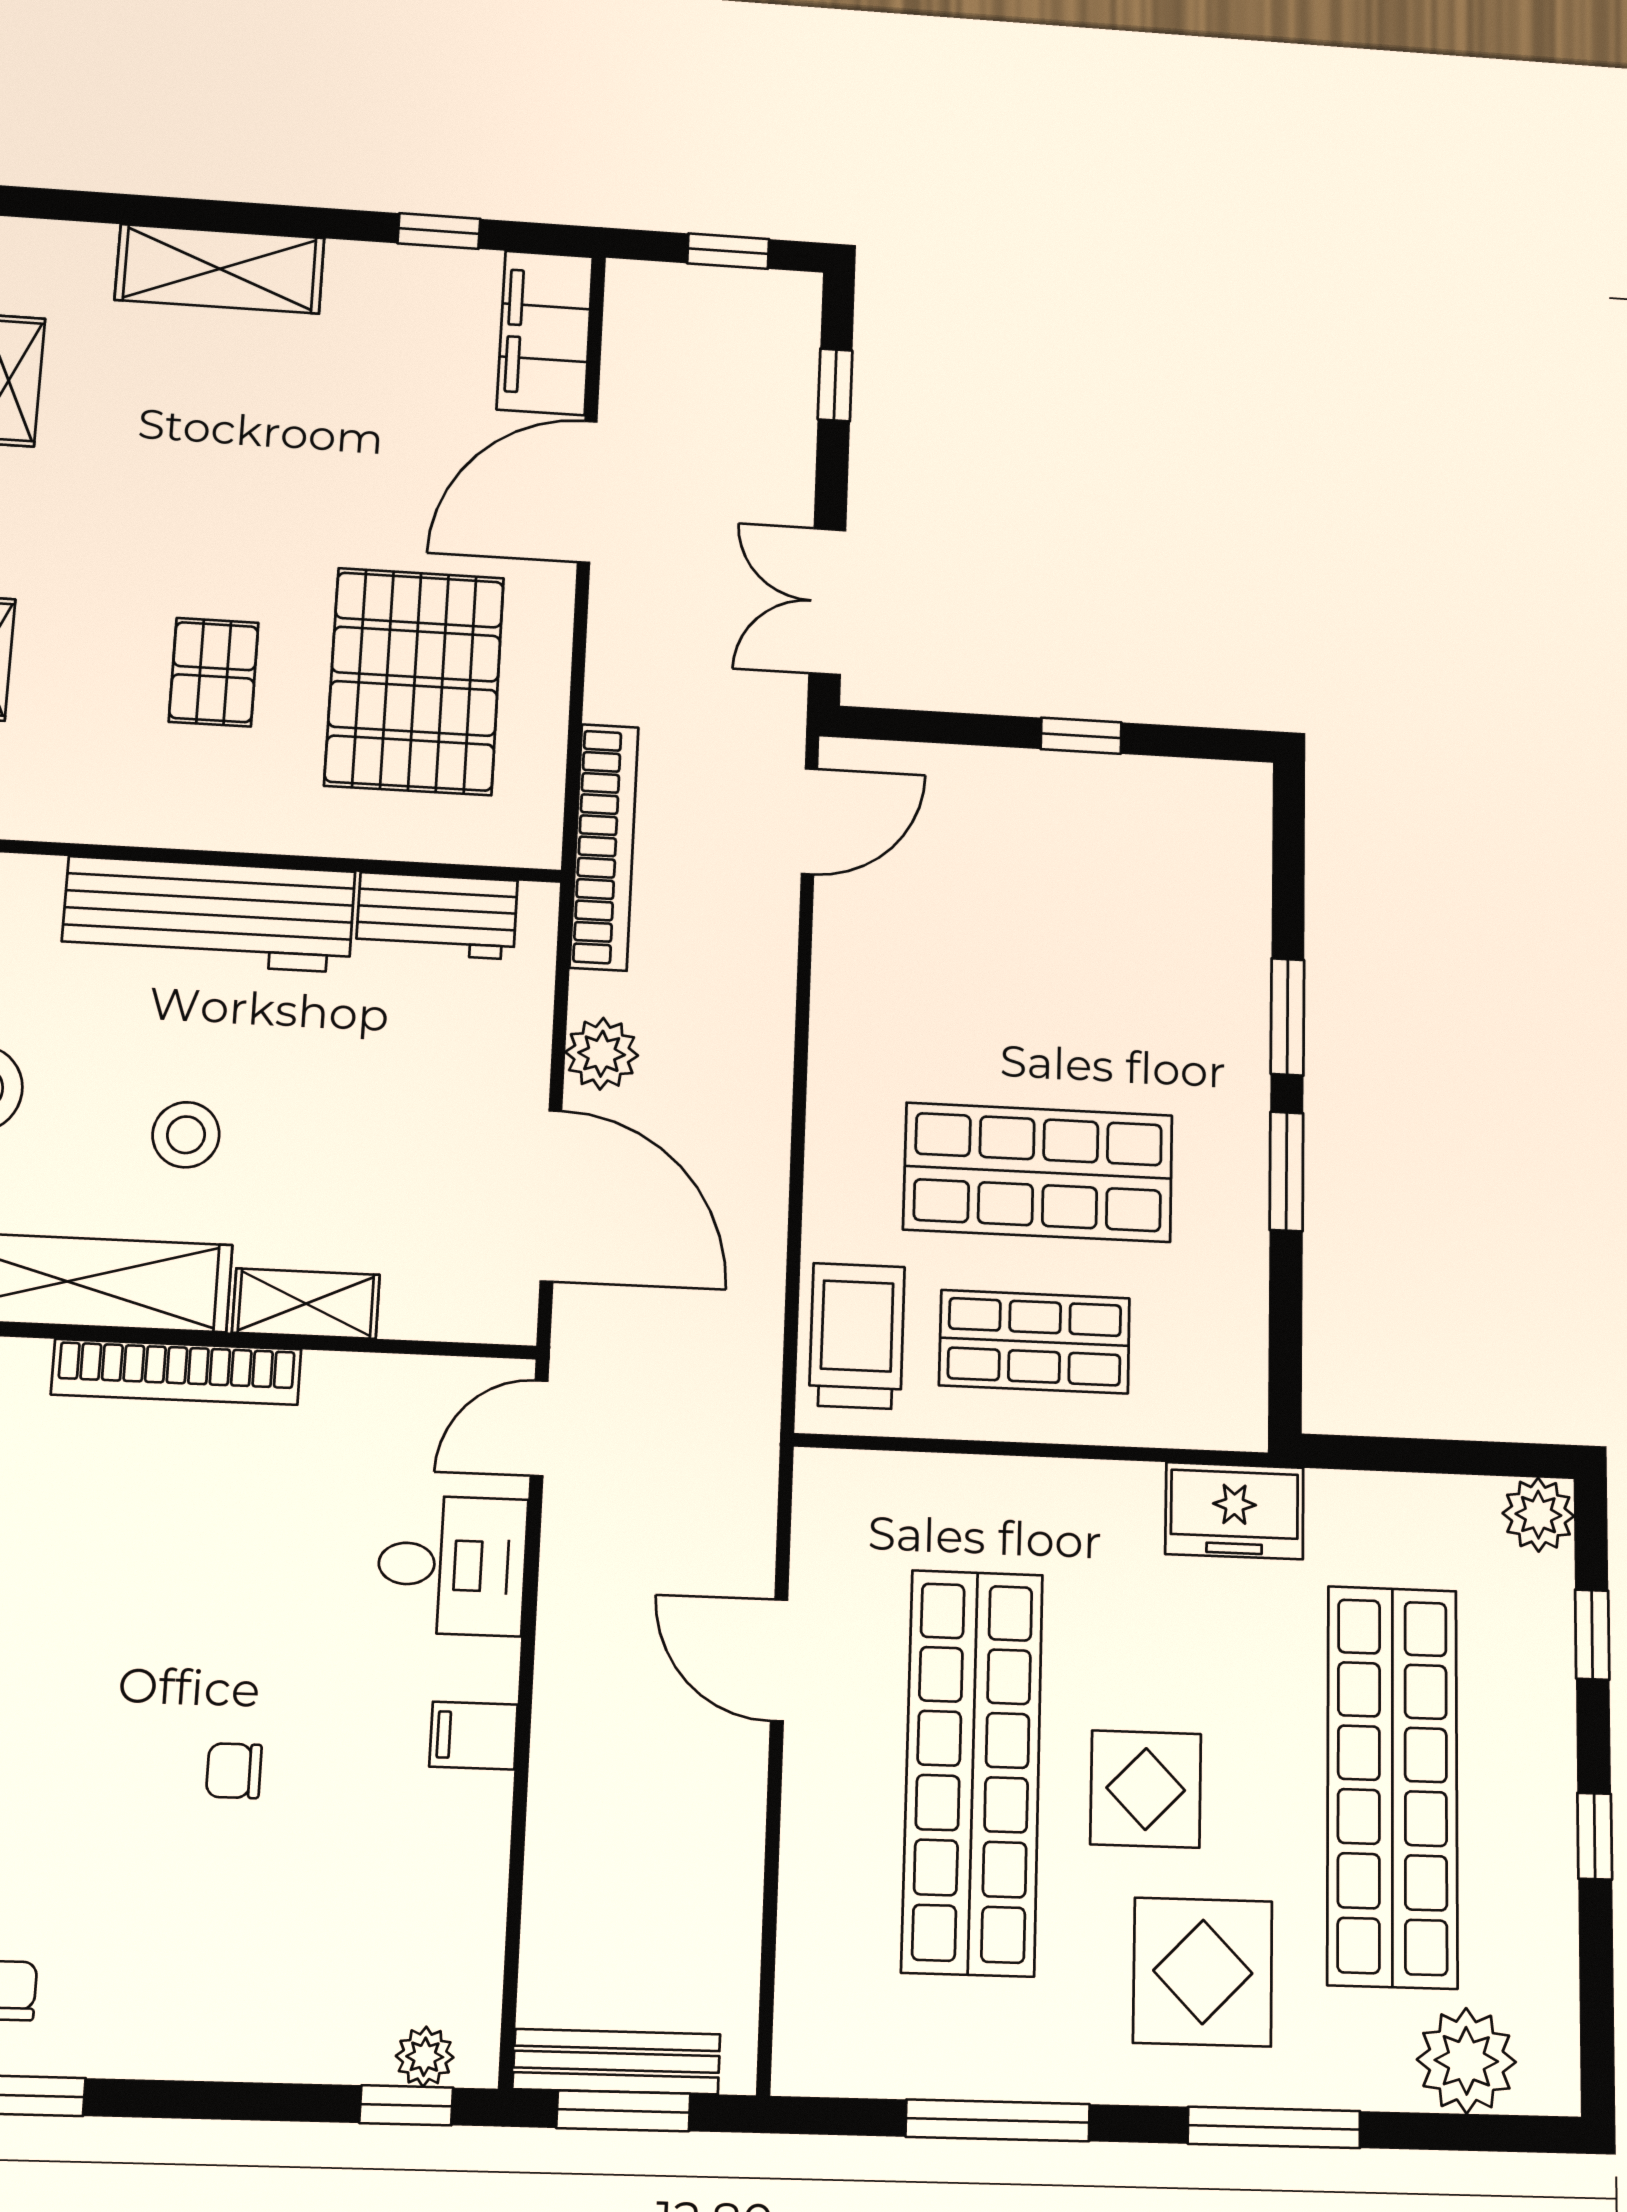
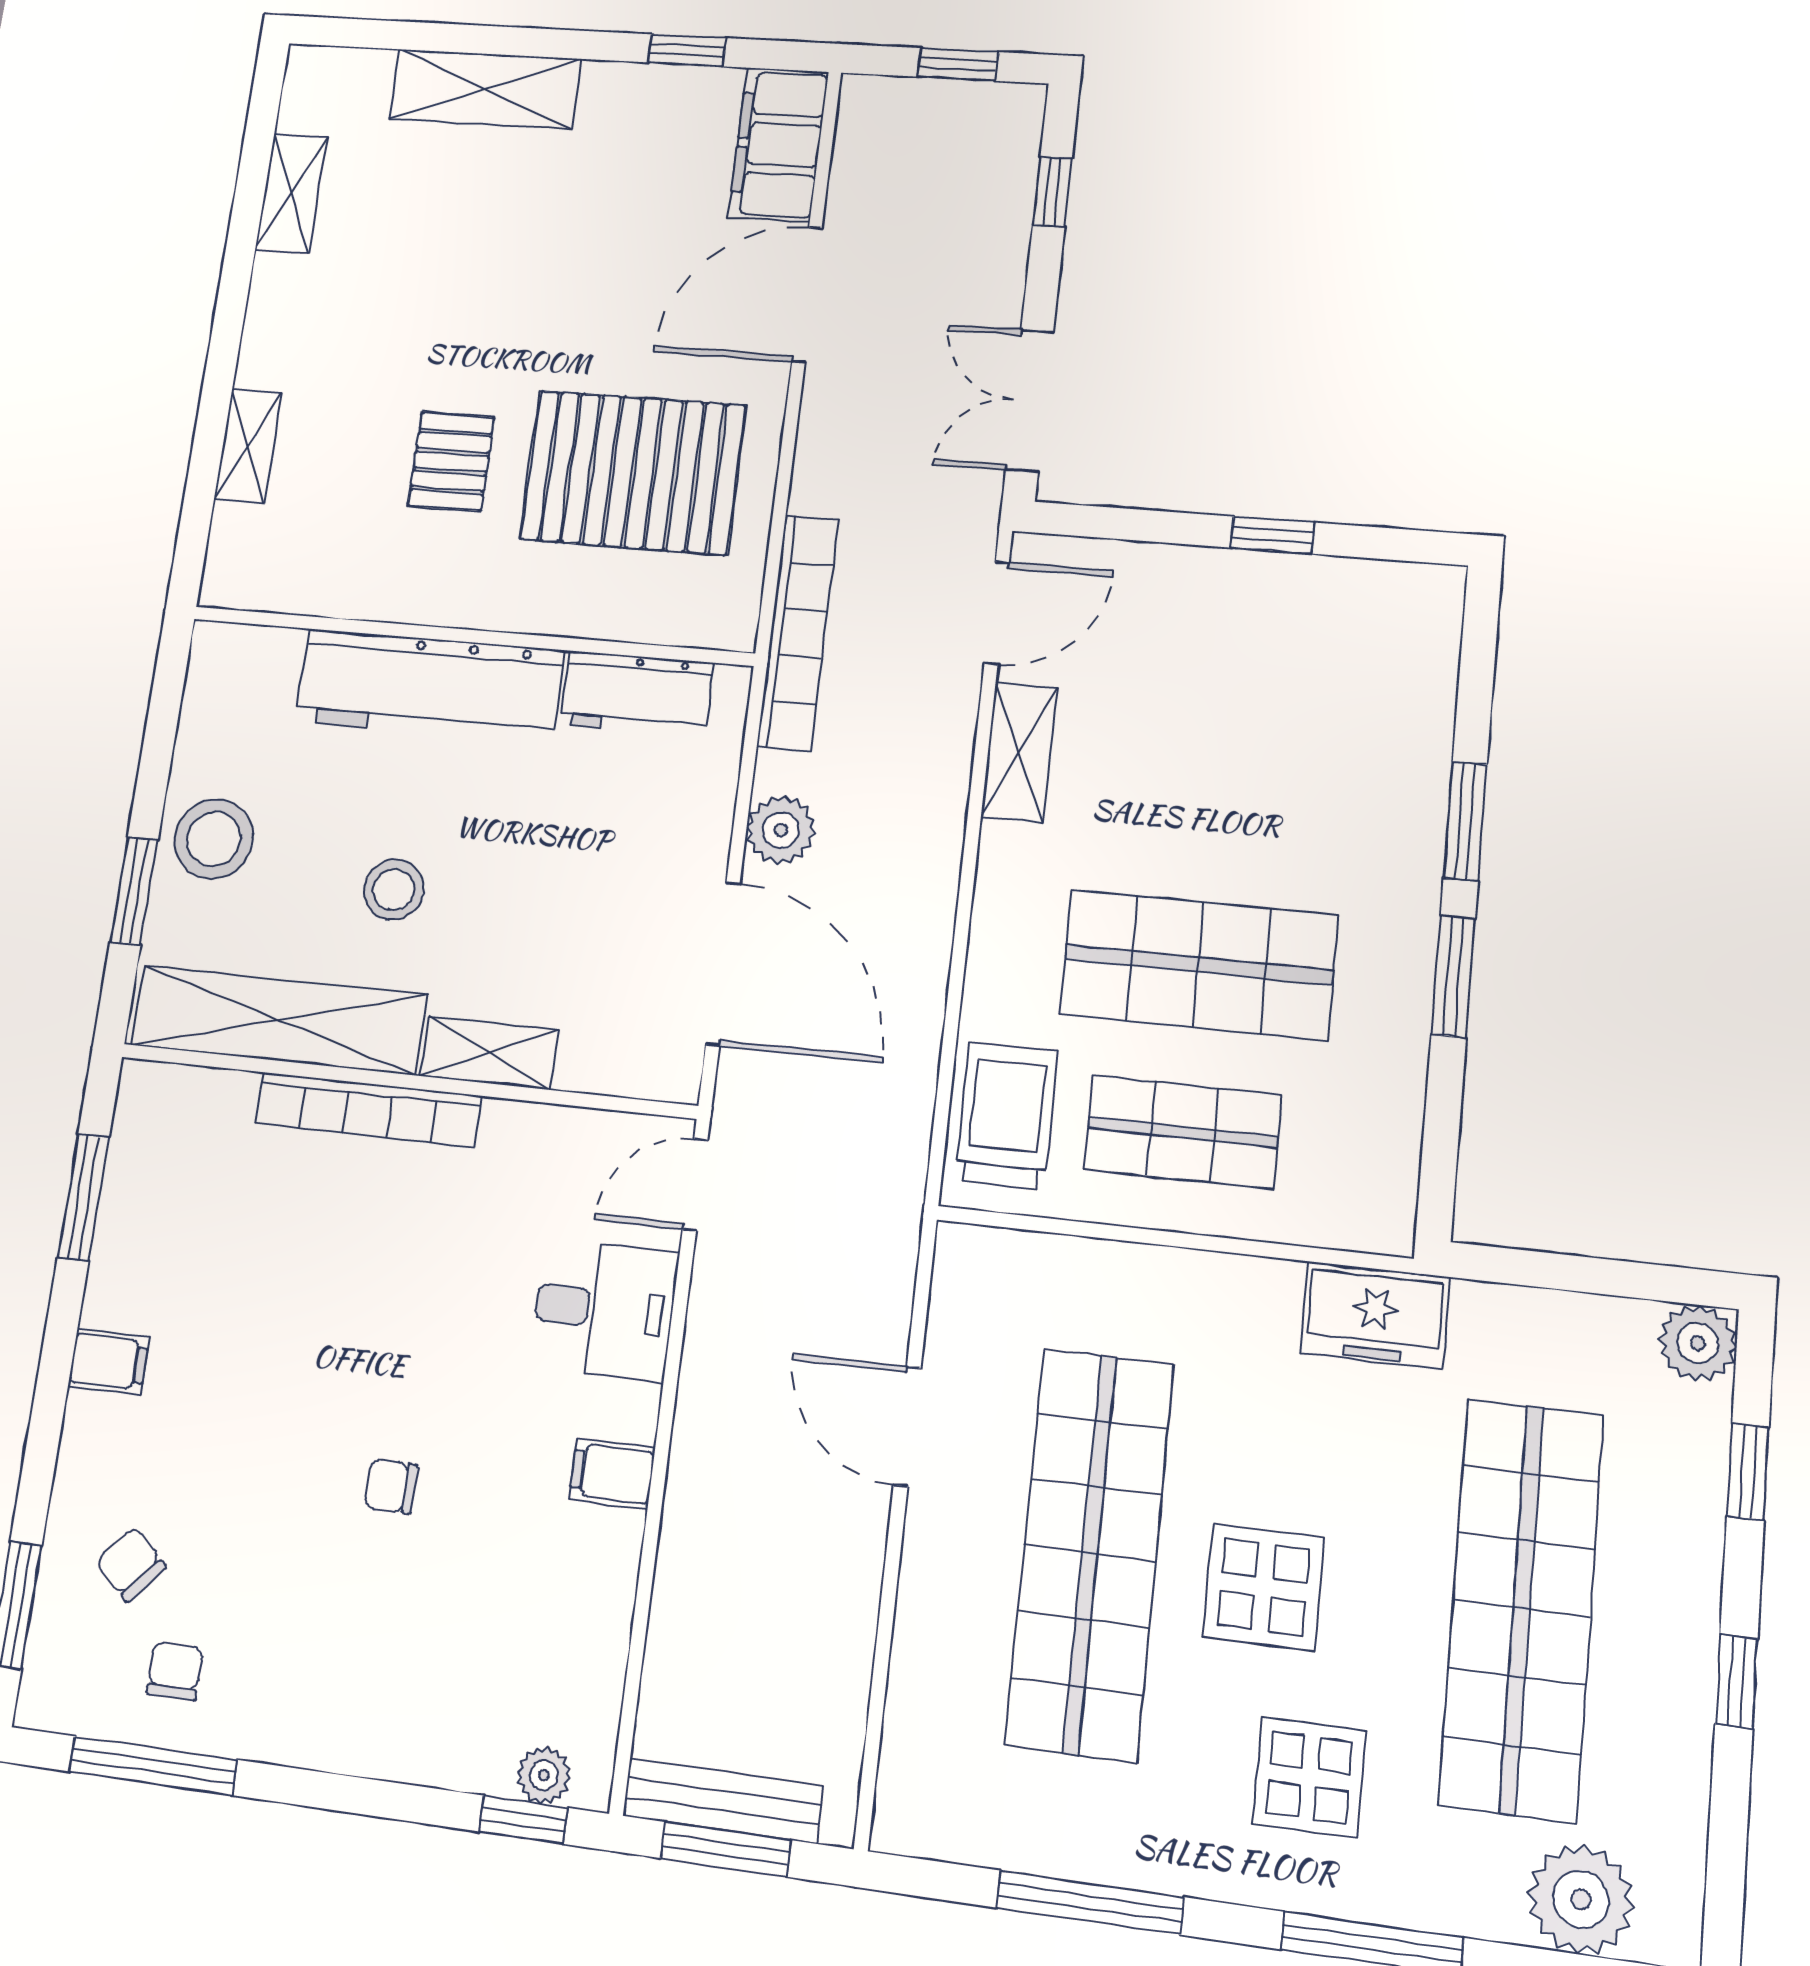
pallet: (415, 681) -> (633, 472), turned 90
shelving: (843, 964) -> (1019, 752), added
display table: (1203, 1972) -> (1309, 1777), width x0.73, depth x0.73

